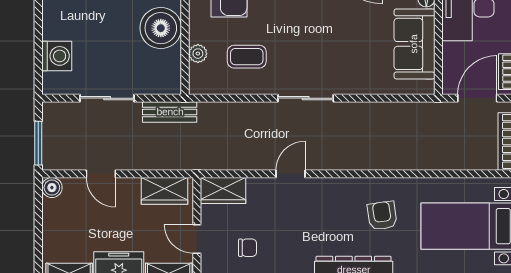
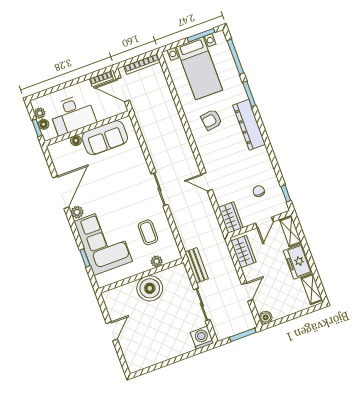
washing machine: (57, 56) -> (202, 338), moved

